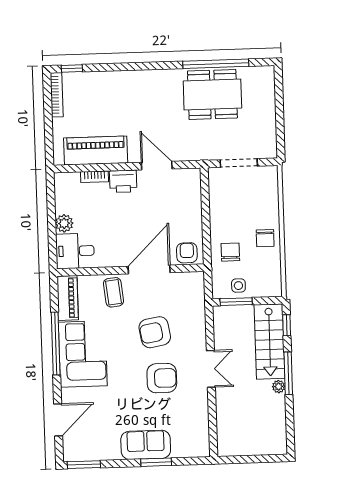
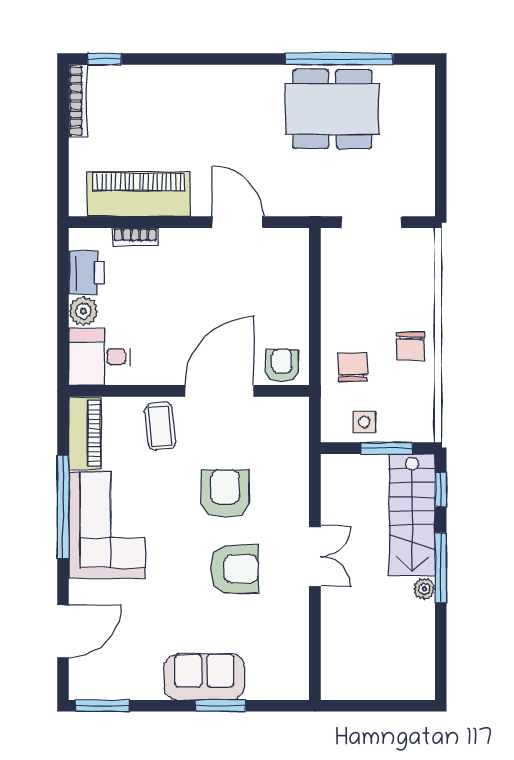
printer: (123, 181) -> (87, 273), moved, turned -90
window: (236, 302) -> (387, 448), moved
armchair: (155, 332) -> (225, 494), turned 100

